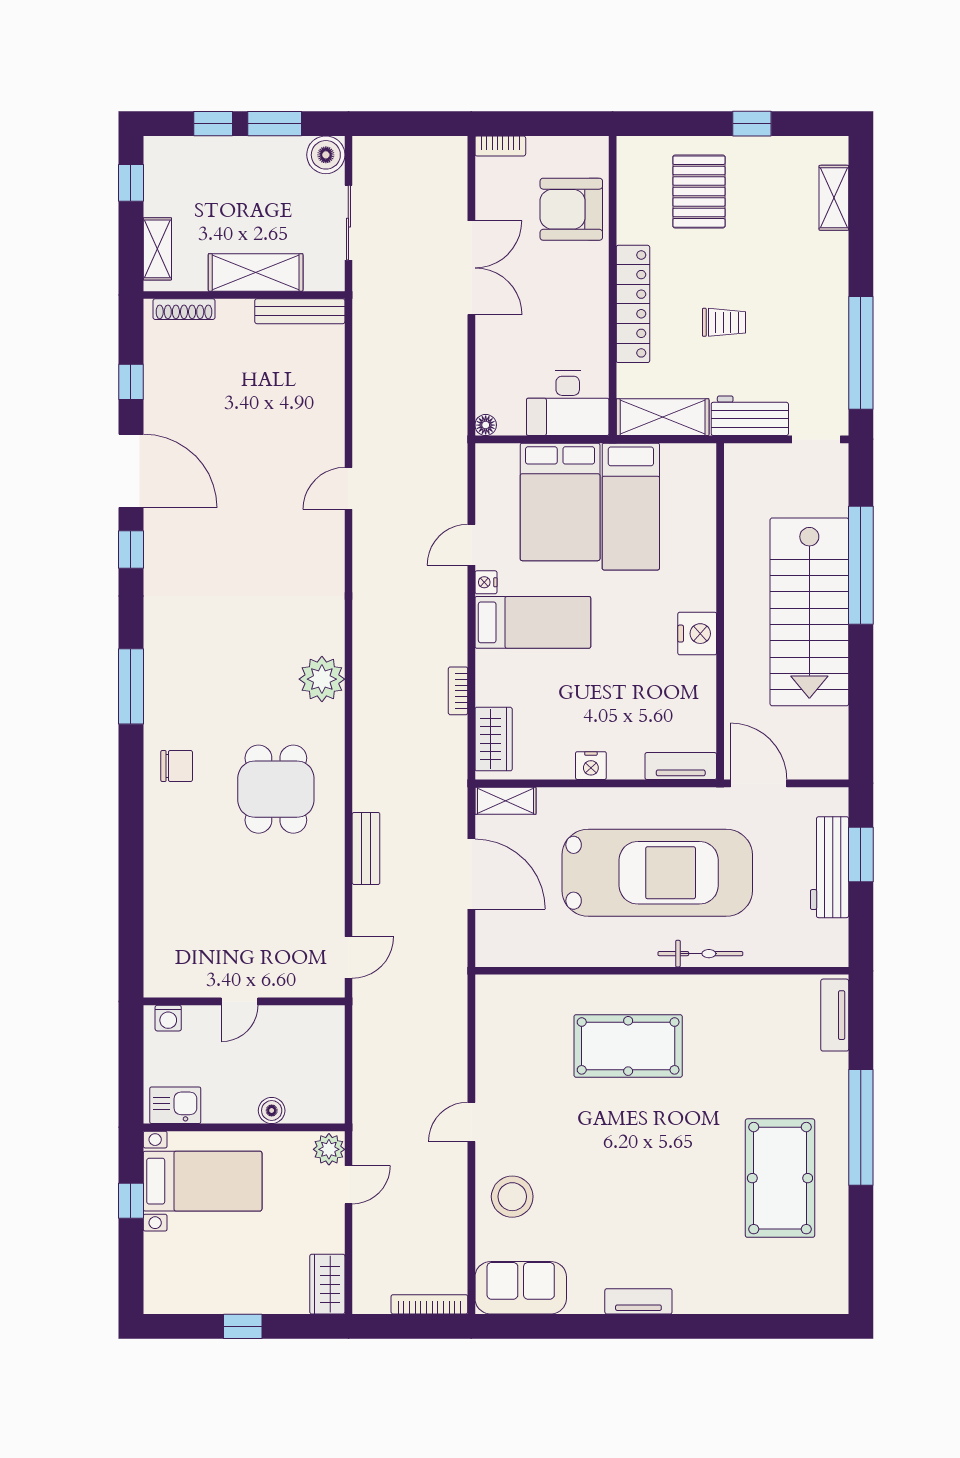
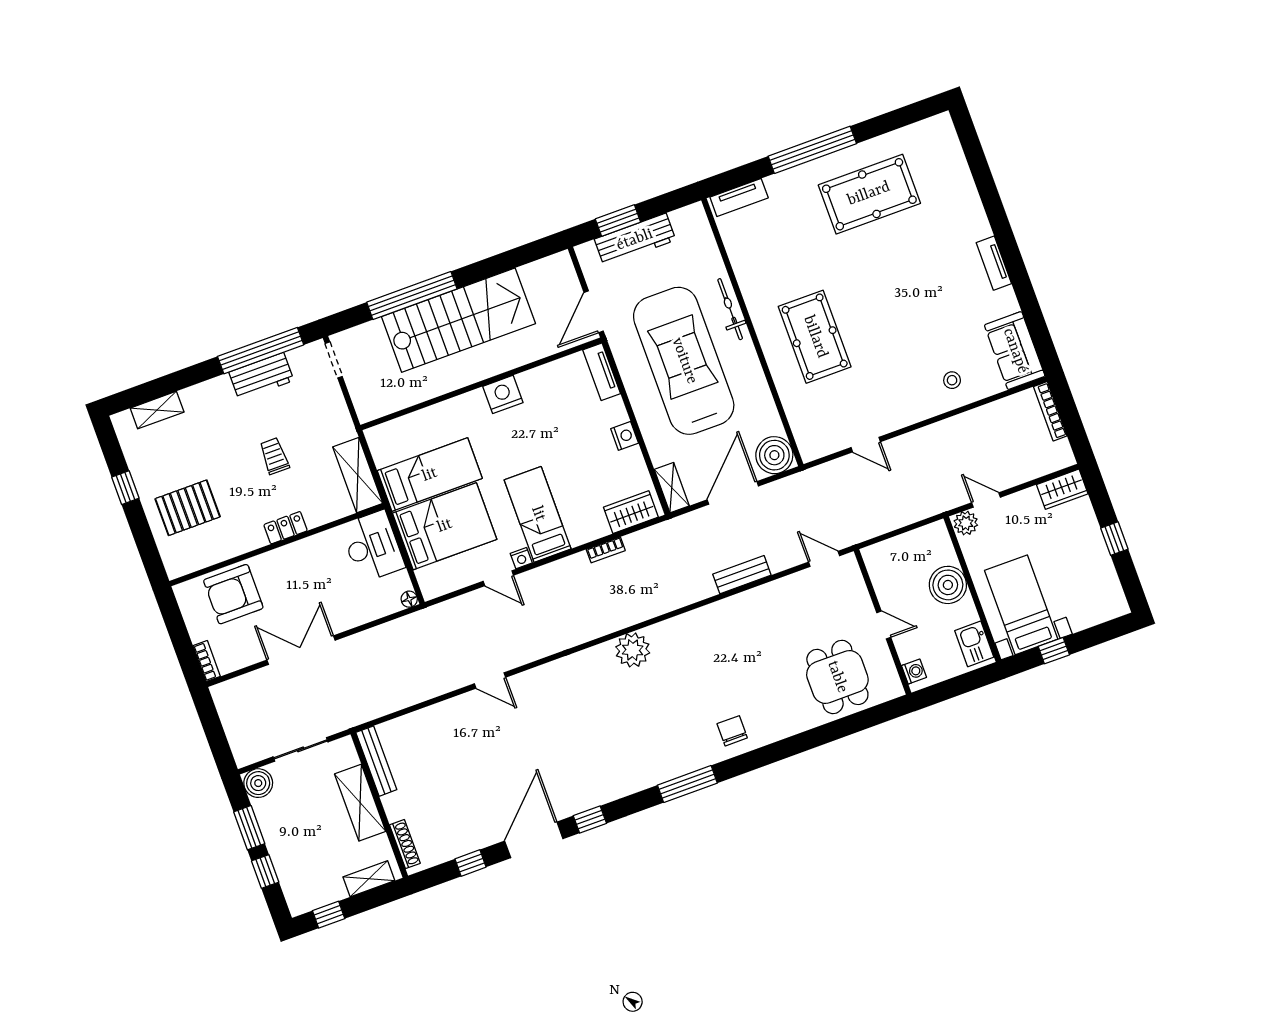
armchair: (571, 209) -> (233, 594), turned 90
locker: (633, 304) -> (286, 528), width x0.46, depth x0.83
workbench: (750, 416) -> (261, 376), moved, turned -90
dining table: (276, 789) -> (837, 677), moved, turned 90
boiler: (499, 943) -> (774, 455), added
boiler: (272, 1111) -> (948, 585), width x1.86, depth x1.86
door: (471, 1122) -> (866, 445), moved
stool: (512, 1197) -> (952, 380), width x0.53, depth x0.53

